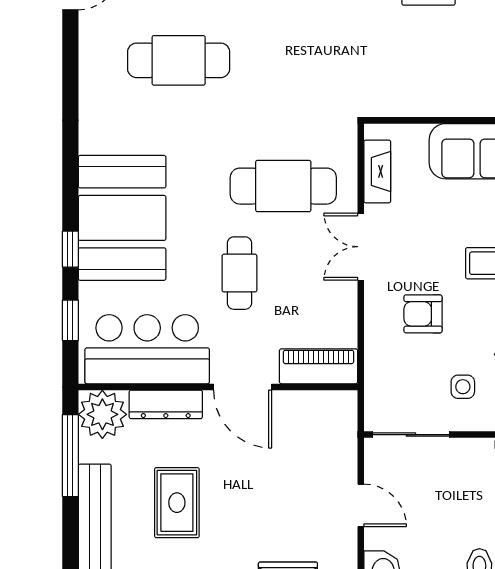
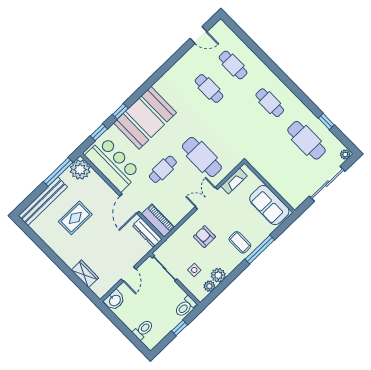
cafe table: (179, 60) -> (209, 89), width x0.73, depth x0.74
dresser: (166, 404) -> (147, 232), moved

